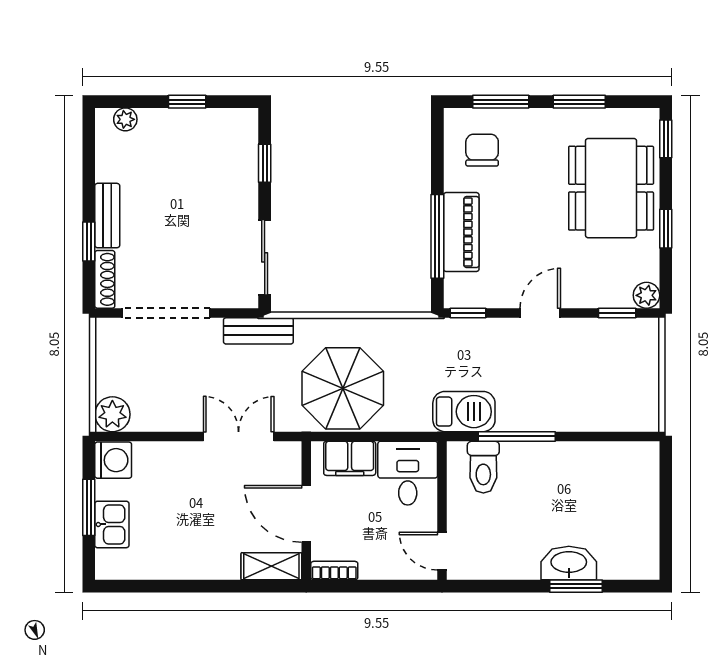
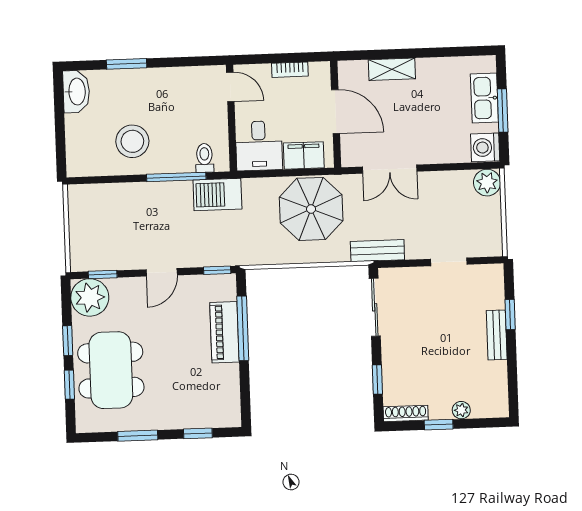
window: (501, 102) -> (198, 433), width x0.67
plant: (125, 119) -> (461, 410), moved
window: (666, 139) -> (69, 385), moved
chair: (482, 150) -> (211, 396), removed
shoe rack: (105, 279) -> (406, 413), moved, turned 90
plant: (646, 295) -> (90, 297), width x1.88, depth x1.88
doorway: (166, 313) -> (449, 262), width x0.53
toilet: (483, 467) -> (204, 158), width x0.73, depth x0.72
stool: (572, 485) -> (132, 141), added
kitchen sink: (112, 524) -> (484, 98), width x1.38
washbasin: (569, 563) -> (76, 92), moved, turned -90
shelving: (271, 566) -> (392, 69), moved
bookcase: (334, 571) -> (290, 70), moved

